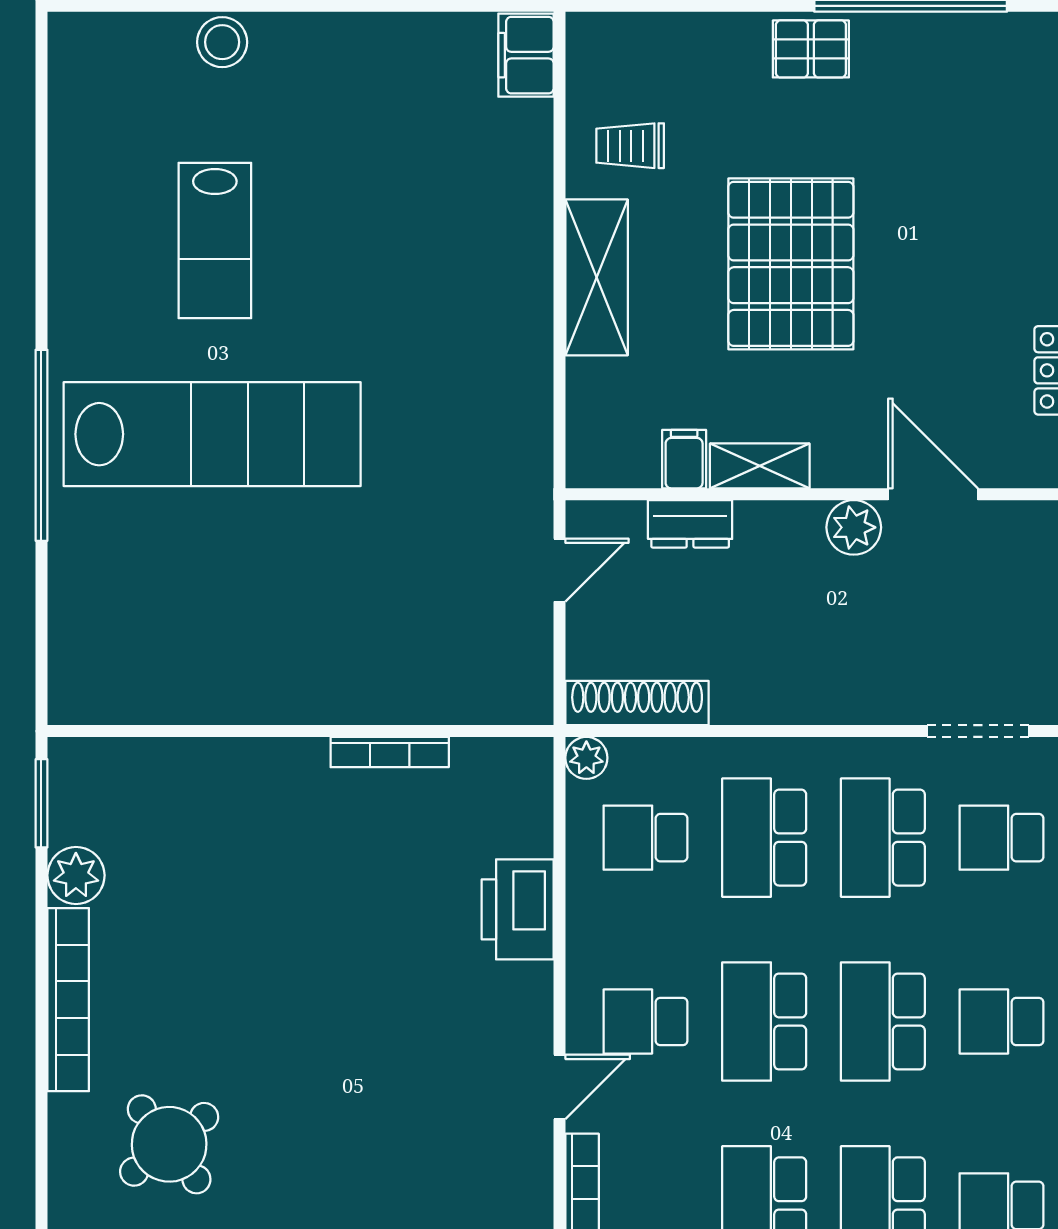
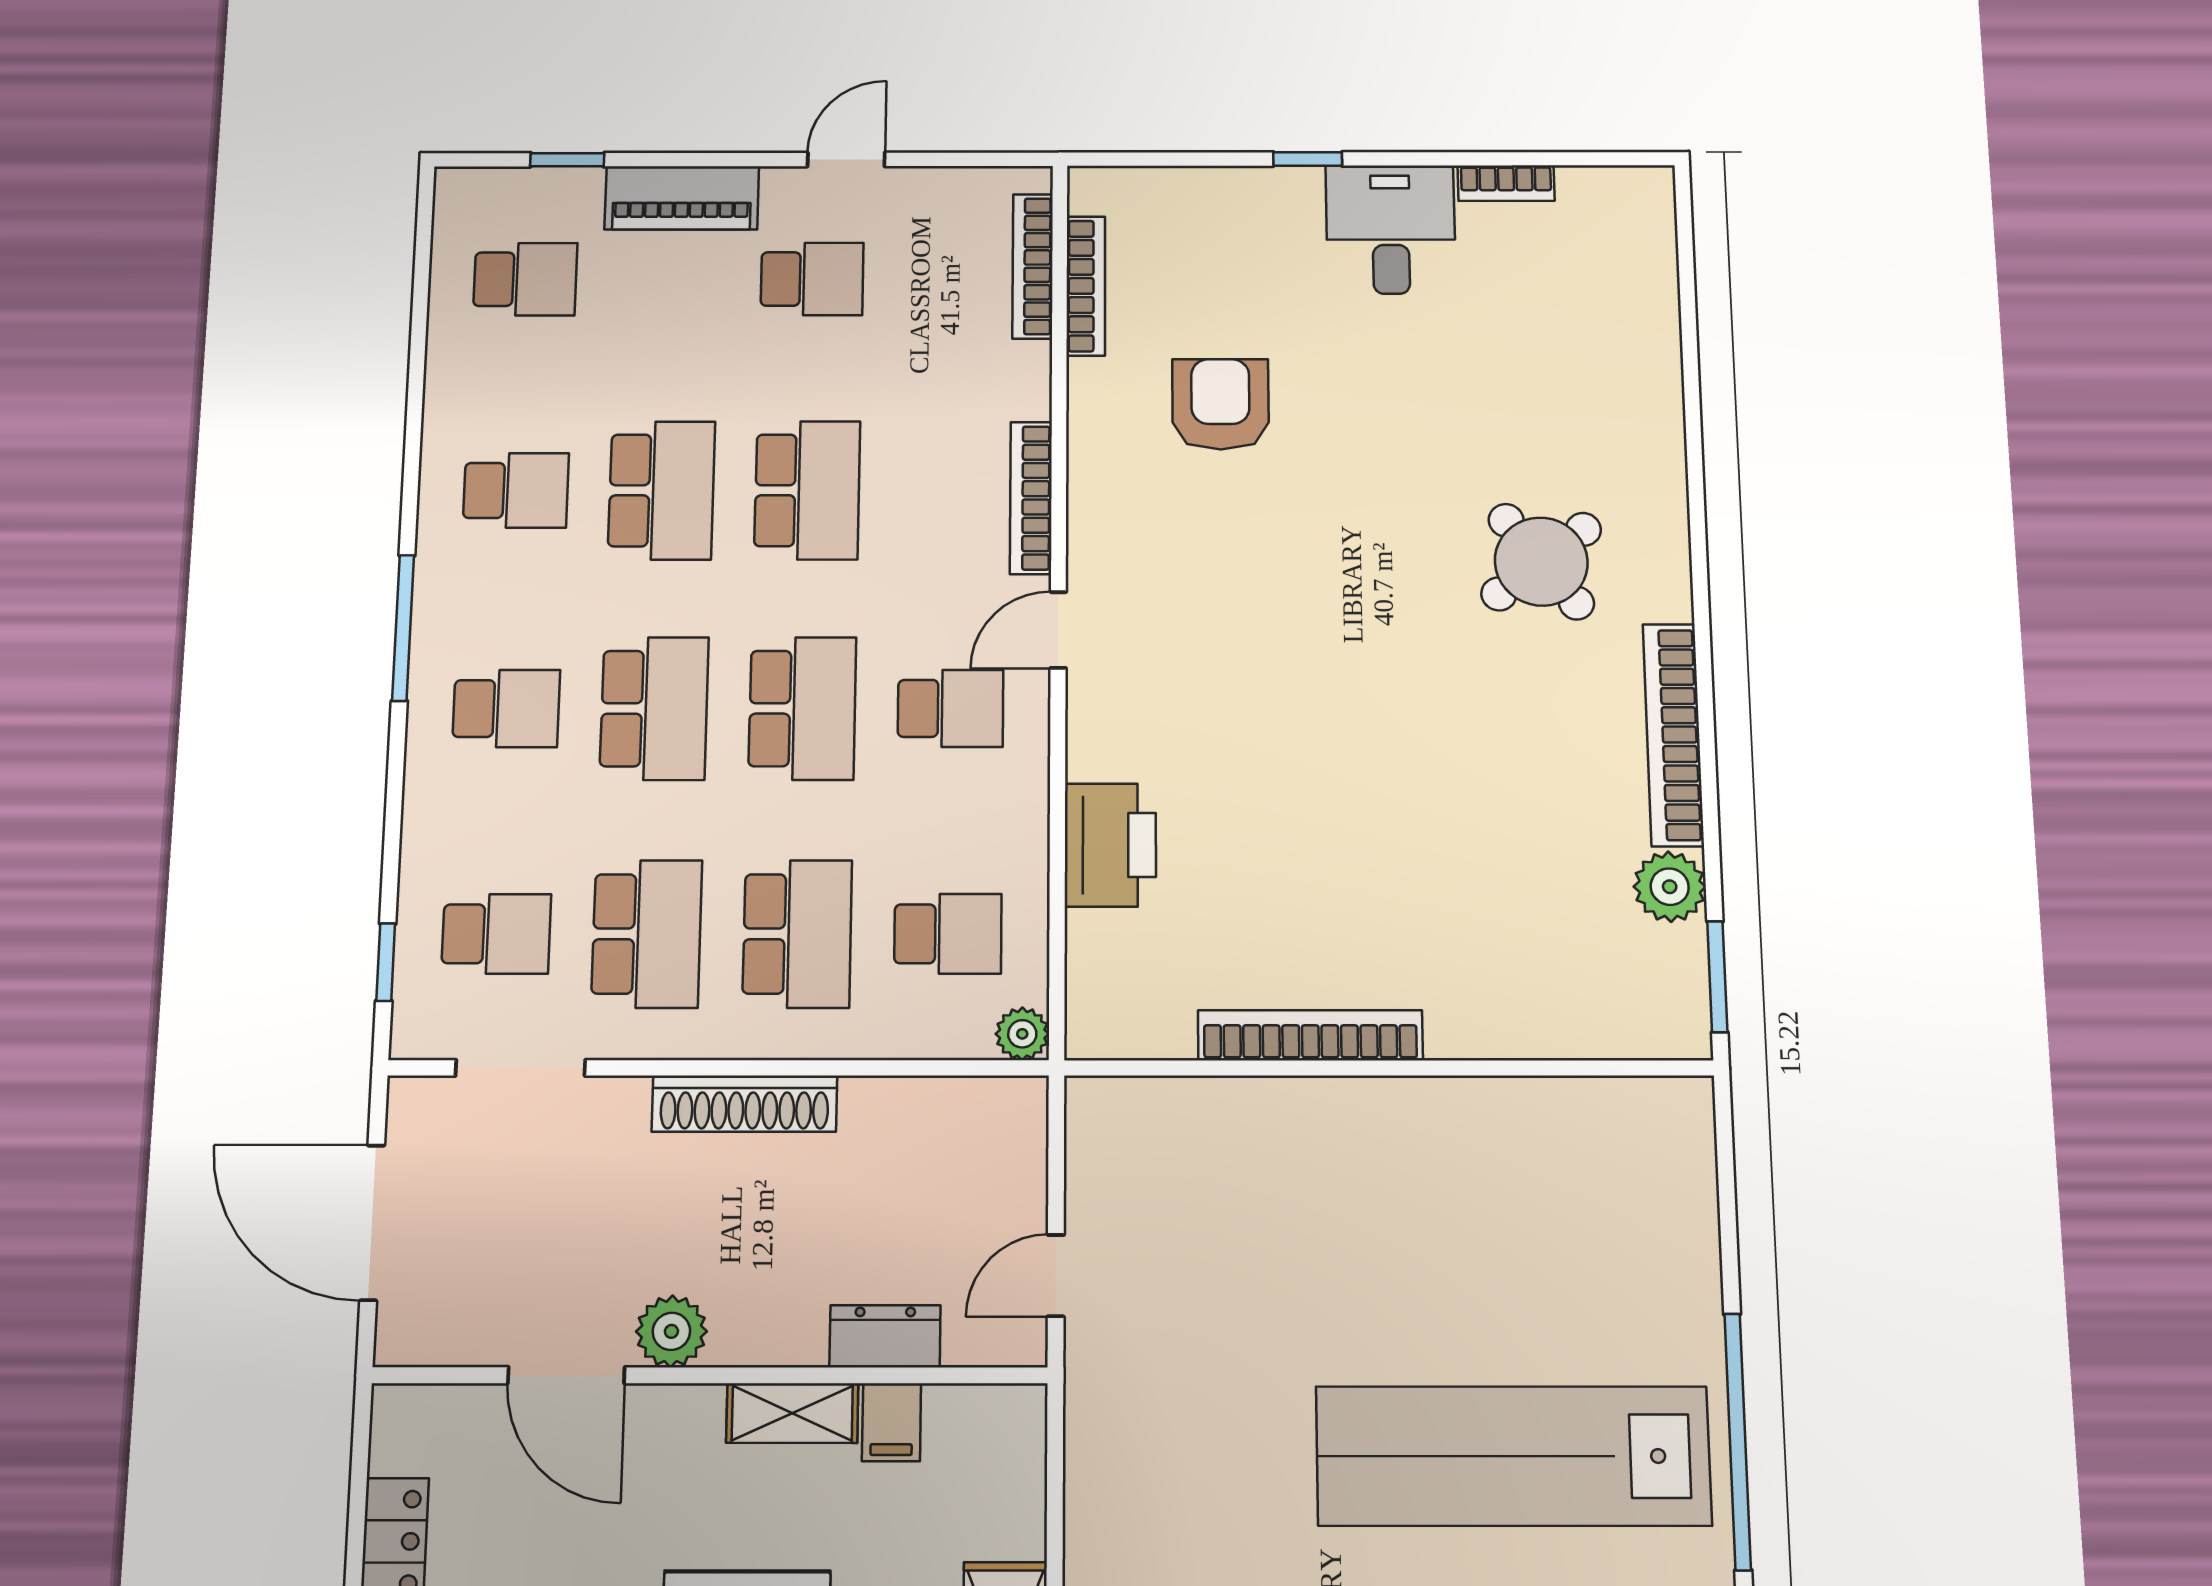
shoe rack: (637, 703) -> (744, 1104), moved
bookcase: (390, 752) -> (1310, 1035), width x1.48, depth x1.31

